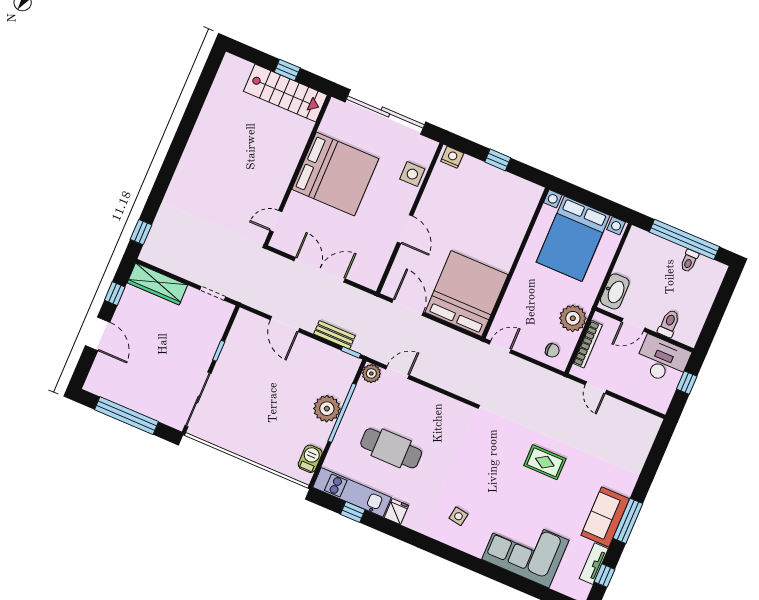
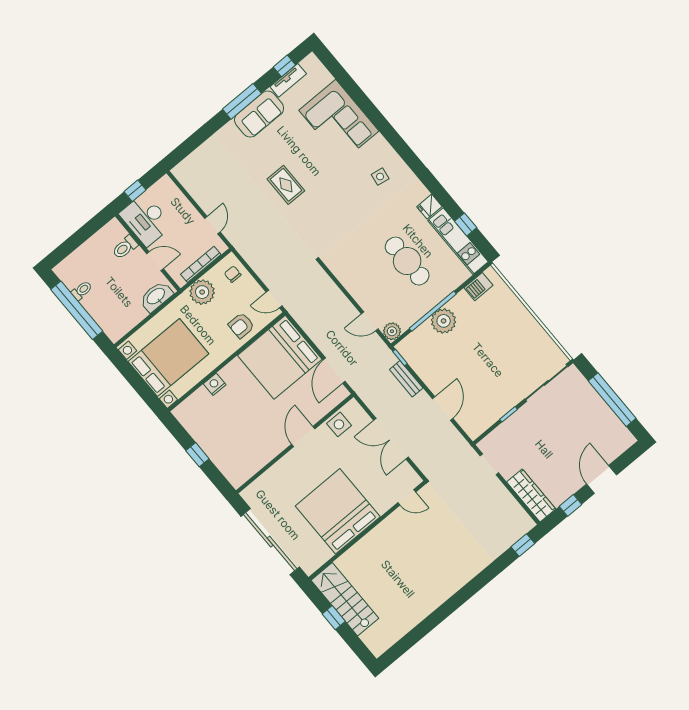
nightstand: (452, 157) -> (215, 384), moved, turned 90
side table: (412, 174) -> (339, 424), moved
armchair: (519, 305) -> (241, 325), added

